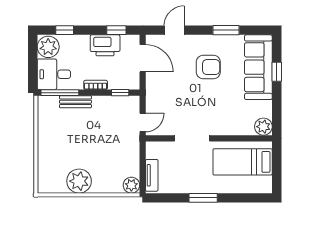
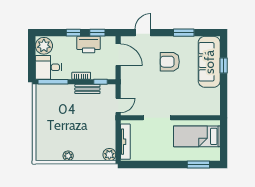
window: (65, 30) -> (73, 33), moved
armchair: (208, 67) -> (170, 62), turned 180
bench: (75, 102) -> (87, 89), moved
plant: (263, 127) -> (213, 109), removed
tv unit: (152, 175) -> (125, 142), width x1.41
plant: (79, 181) -> (68, 156), width x0.53, depth x0.53
window: (203, 198) -> (198, 165), moved

